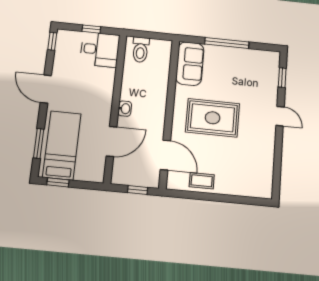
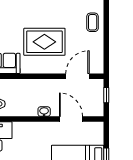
rug: (213, 118) -> (44, 42), turned 90
coffee table: (202, 181) -> (93, 22), moved

